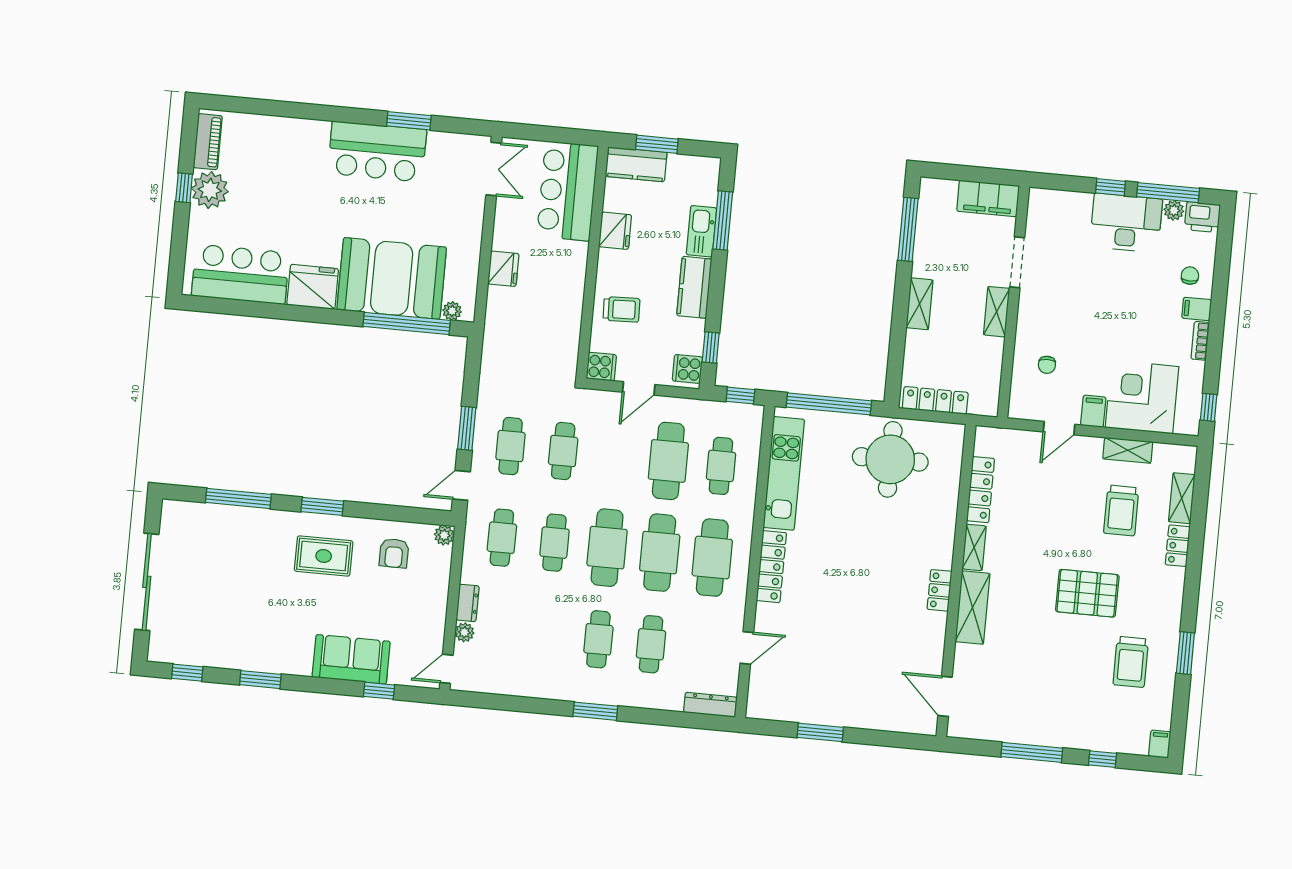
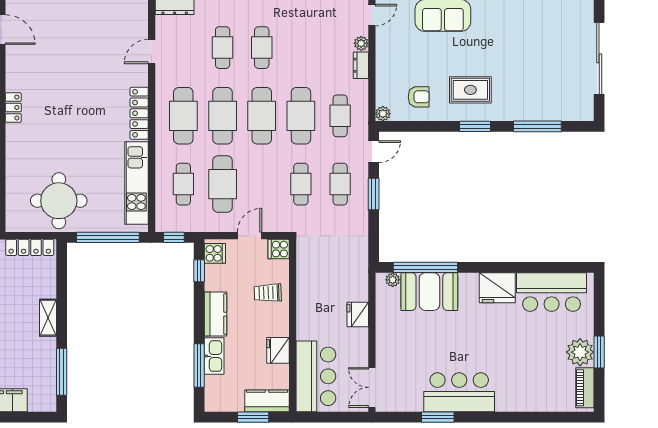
window: (184, 188) -> (599, 352), width x1.50
booth: (392, 278) -> (429, 292), width x0.73, depth x0.70
cafe table: (554, 543) -> (301, 116), width x1.37, depth x1.35
armchair: (394, 553) -> (419, 97), turned 90

